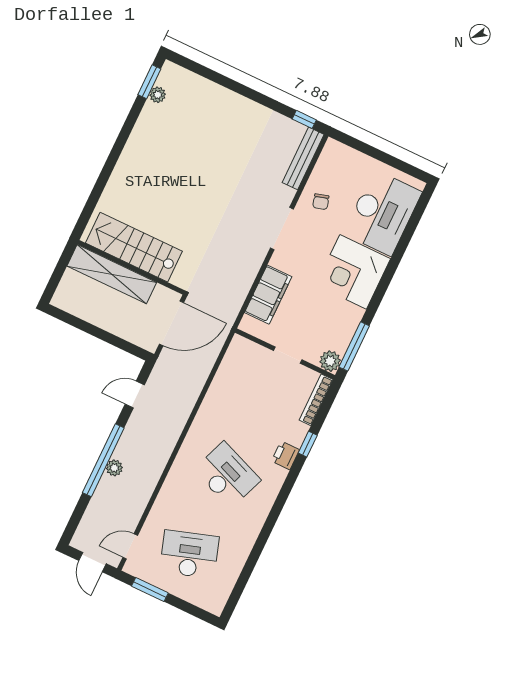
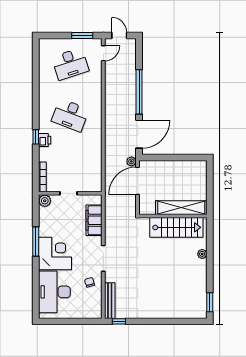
plant: (158, 95) -> (202, 254), moved
stairs: (134, 247) -> (176, 227), moved
wall: (131, 267) -> (173, 216), moved
shelving: (112, 274) -> (181, 208), moved
window: (354, 346) -> (36, 241), moved
door: (135, 395) -> (139, 134), width x1.87
window: (308, 444) -> (36, 137), moved
plant: (114, 468) -> (131, 161), moved

